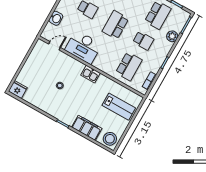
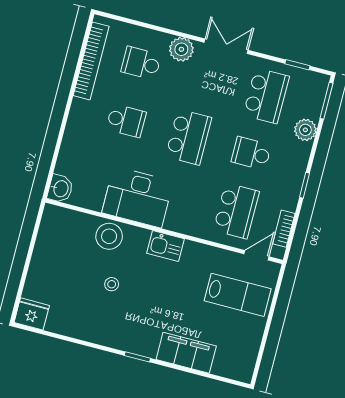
washbasin: (56, 18) -> (60, 189), moved
school desk: (115, 25) -> (189, 137), turned 180
school desk: (143, 41) -> (251, 153), turned 180
door: (54, 46) -> (257, 255), moved
stool: (110, 139) -> (109, 236), moved

